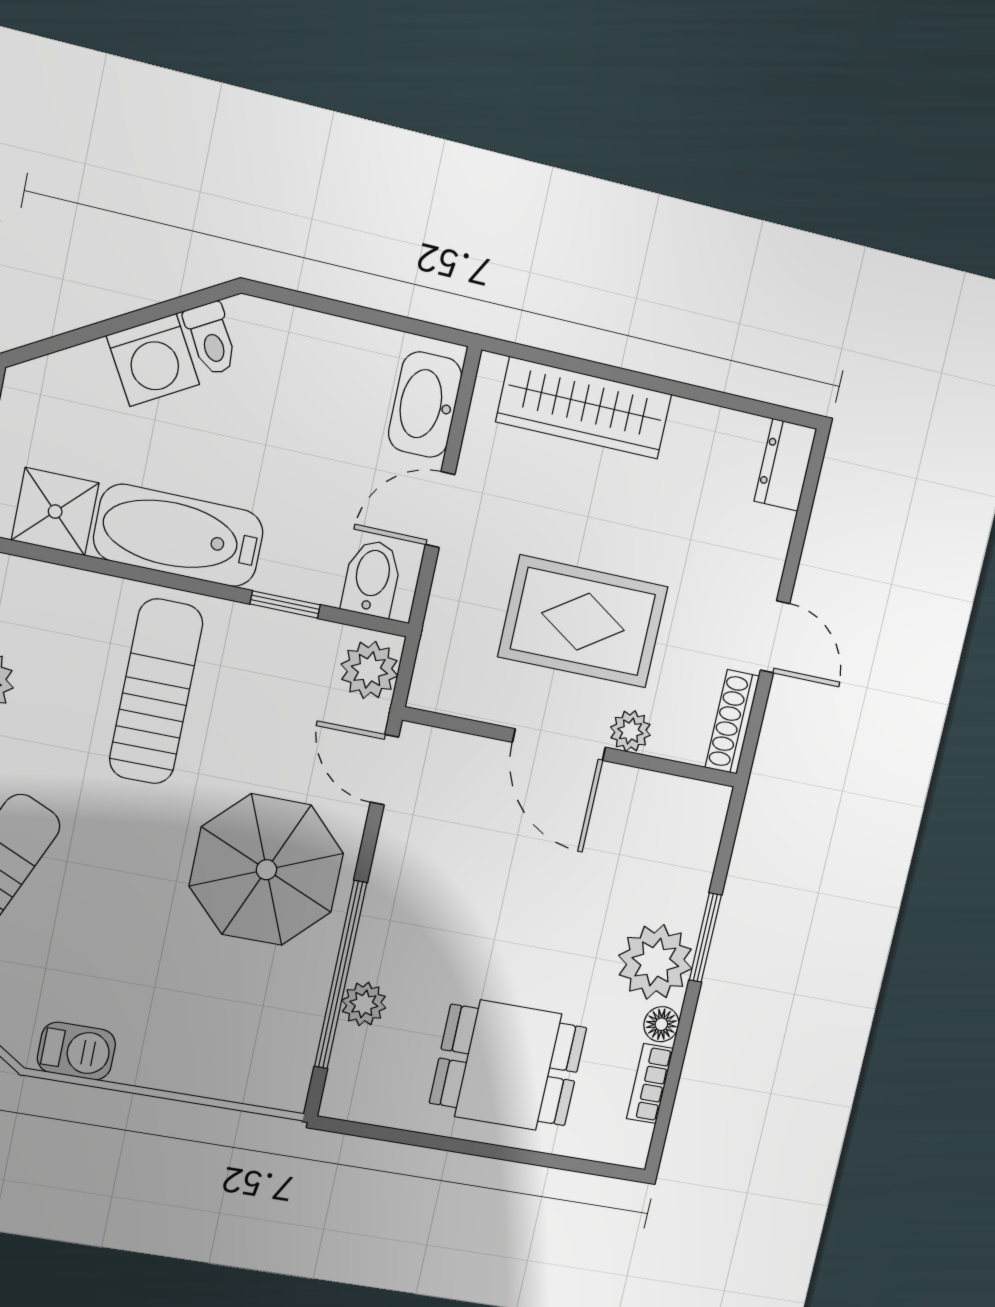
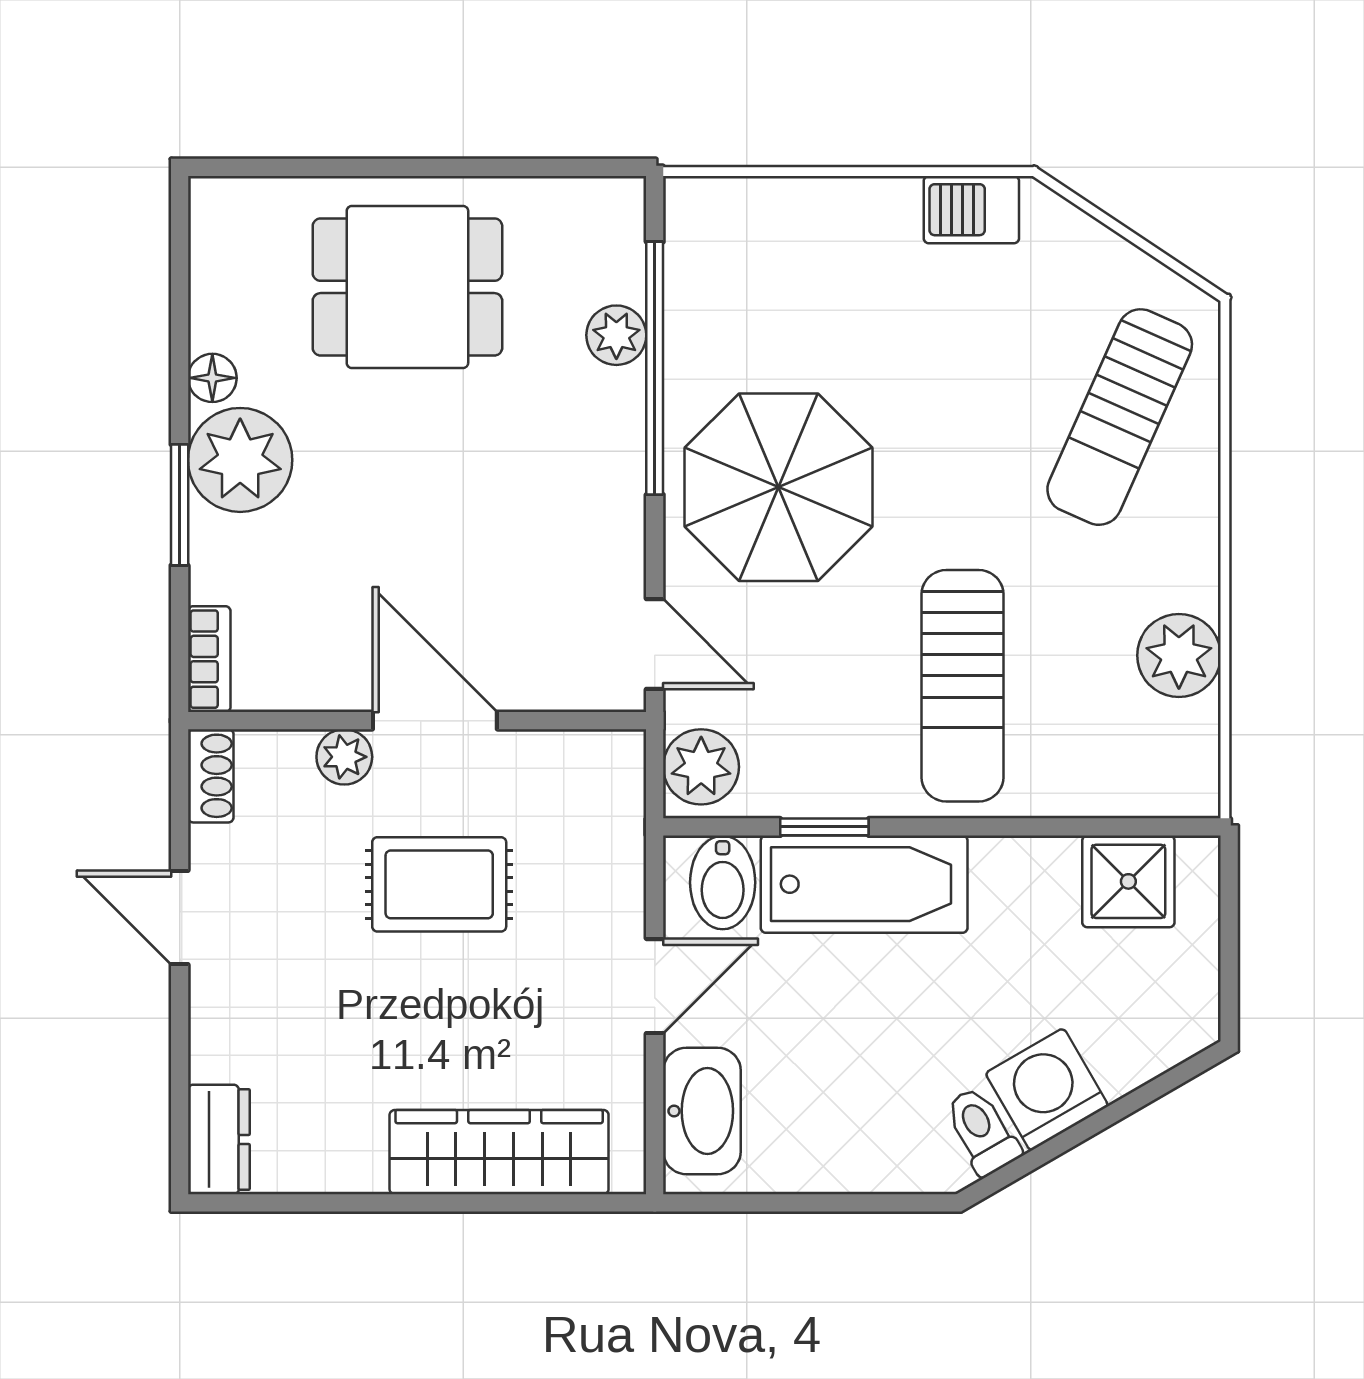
bathtub: (179, 536) -> (864, 884), moved
rug: (583, 622) -> (439, 884), width x0.73, depth x0.70
shoe rack: (732, 722) -> (211, 776), width x0.70
bookcase: (650, 1084) -> (209, 659), moved

